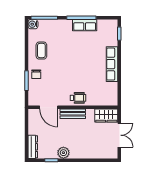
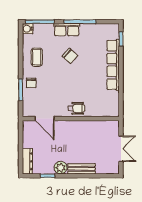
row of seats: (85, 25) -> (67, 30), moved
chair: (72, 49) -> (70, 56), added
row of seats: (112, 64) -> (113, 65), width x1.36
bench: (73, 114) -> (81, 169), moved
wardrobe: (106, 116) -> (107, 127), removed

